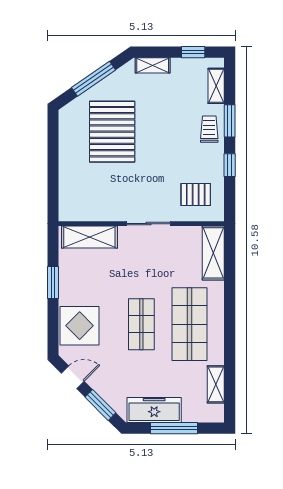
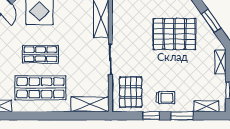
window: (94, 79) -> (211, 21), width x0.69
trolley: (209, 129) -> (165, 98), moved
pallet: (196, 195) -> (131, 92), width x1.50, depth x1.42

